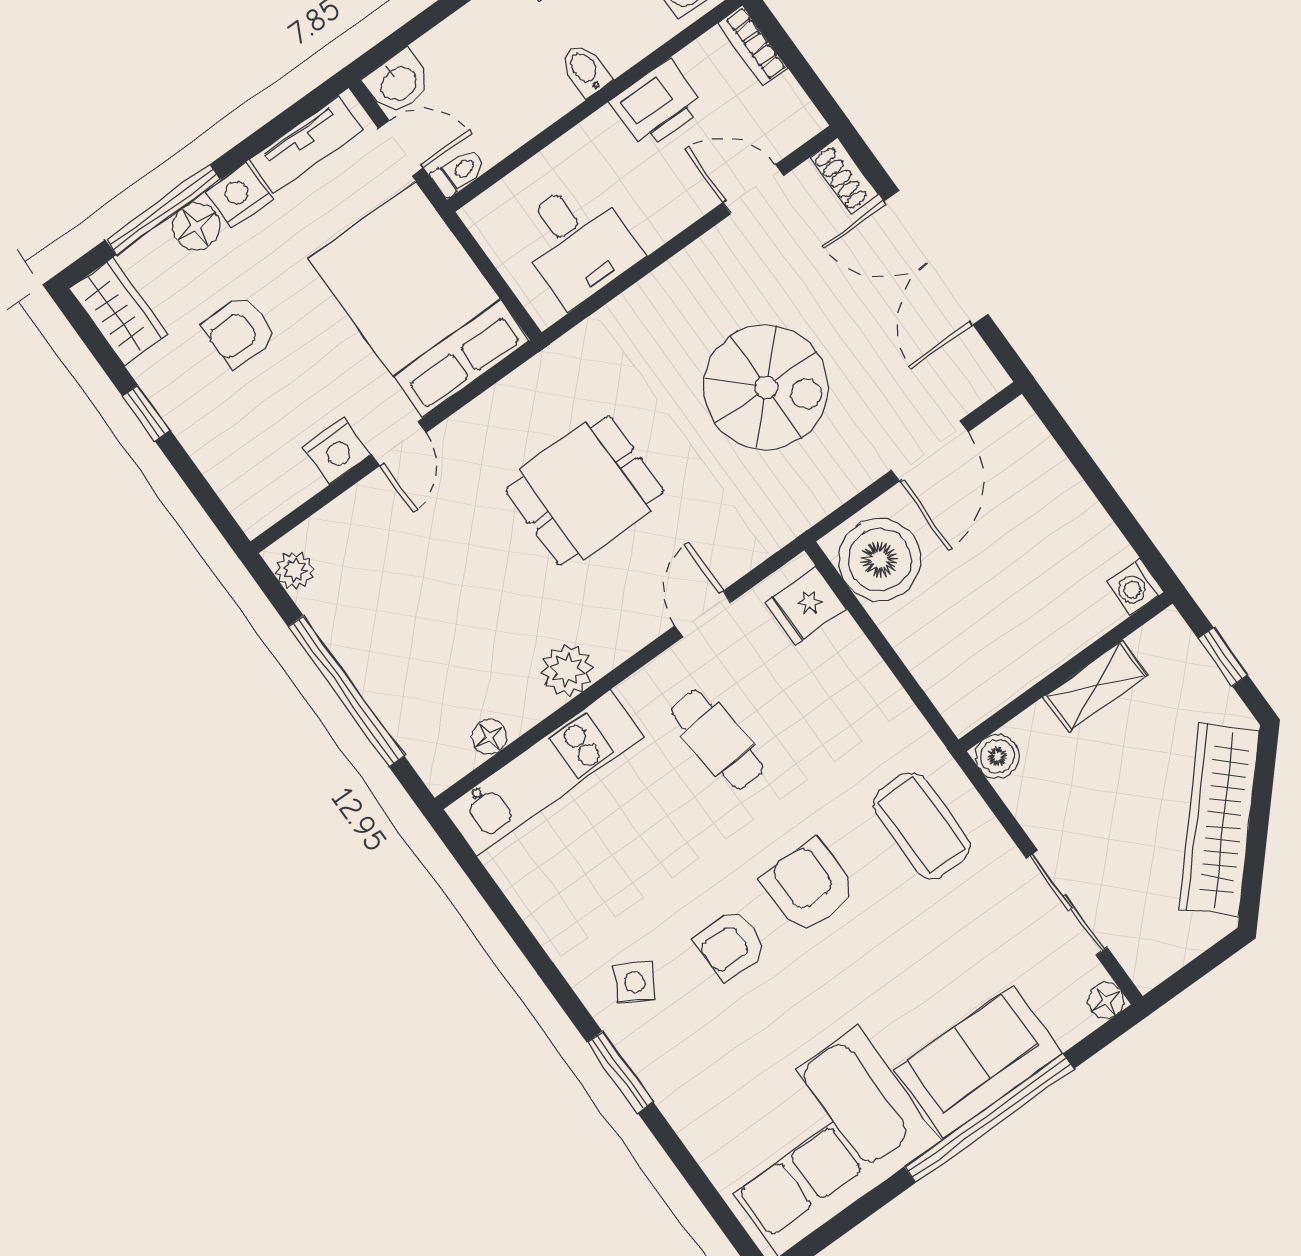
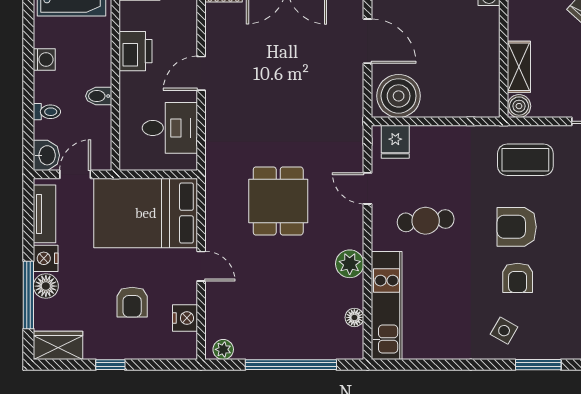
bidet: (585, 70) -> (99, 96), moved
toilet: (458, 172) -> (47, 112), moved, turned 90
door: (753, 189) -> (201, 73), moved
armchair: (239, 331) -> (132, 302), moved
spiral stairs: (766, 387) -> (290, 91), removed
nightstand: (337, 451) -> (185, 318), moved
shelving: (1095, 686) -> (519, 67), moved

